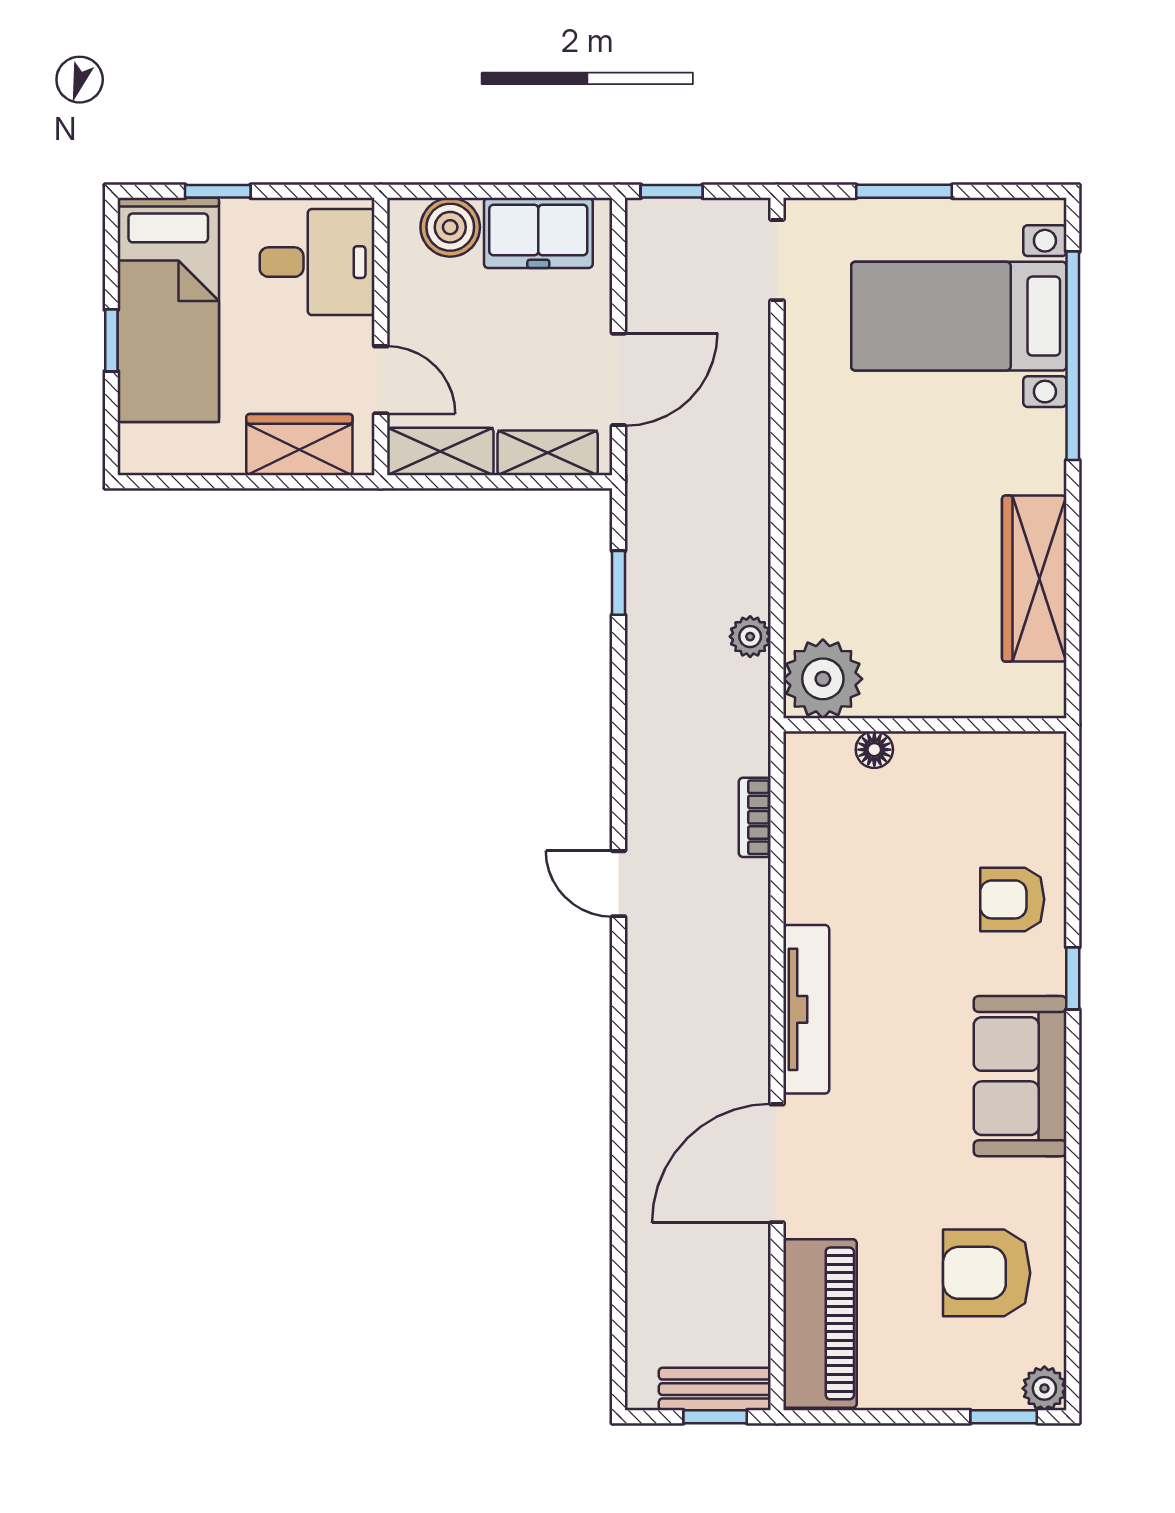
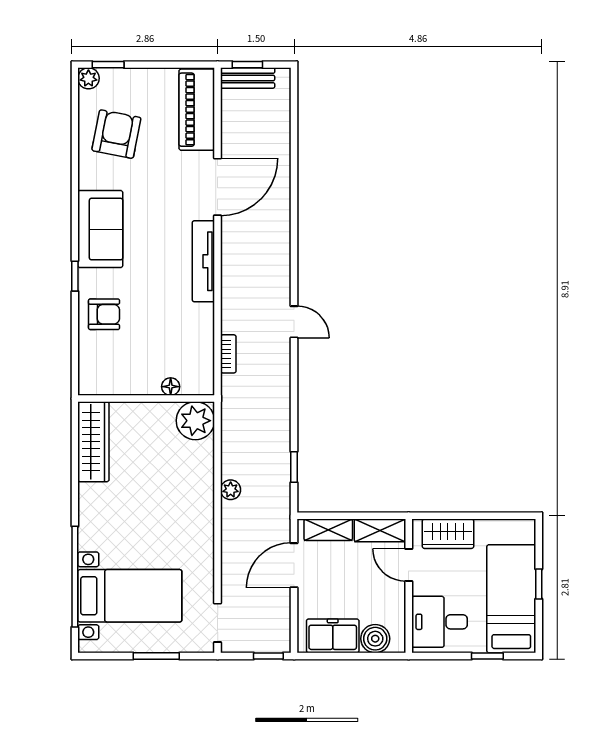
wardrobe: (1034, 579) -> (93, 442), moved
plant: (750, 637) -> (231, 490), moved
armchair: (987, 1273) -> (116, 134), turned -79

